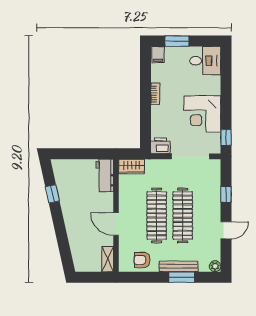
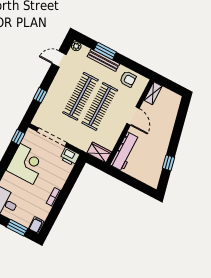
workbench: (105, 175) -> (125, 152), width x1.38
door: (226, 230) -> (59, 59), moved

